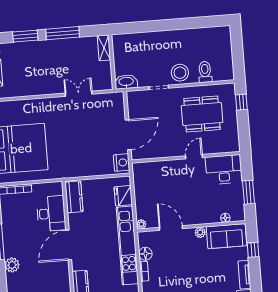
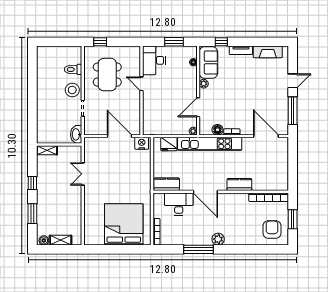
window: (63, 33) -> (32, 183), width x0.46

